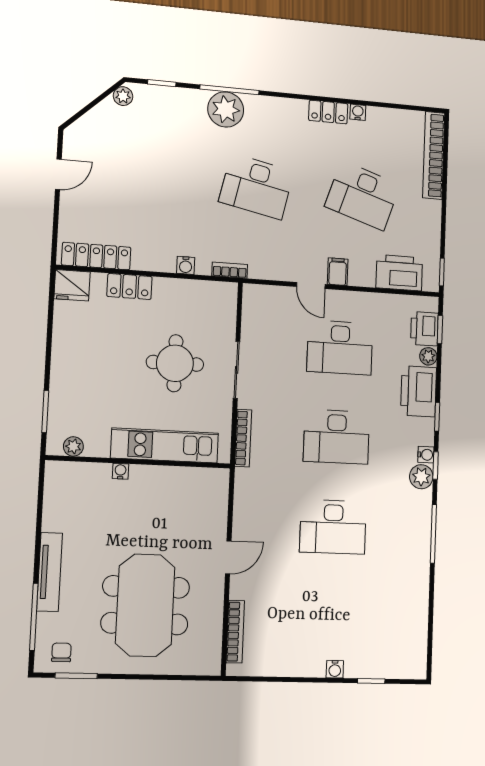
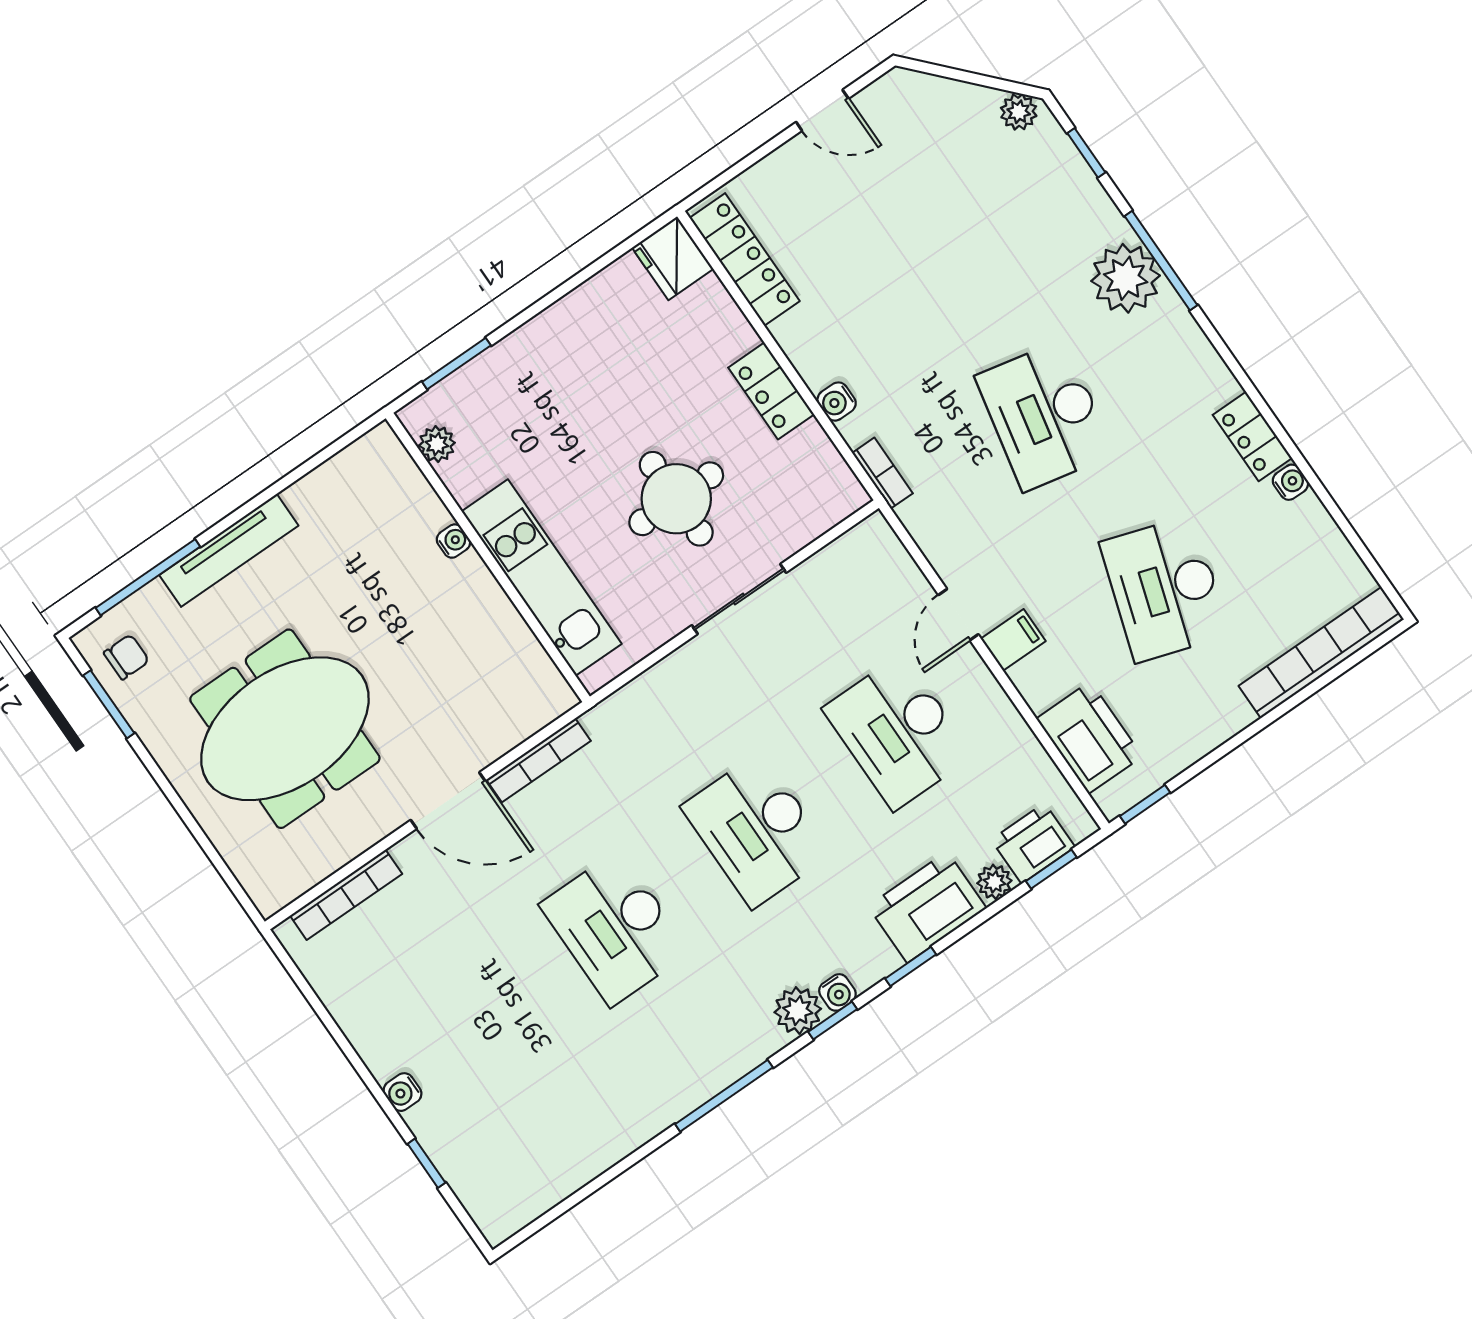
locker: (129, 286) -> (771, 391), moved
bookcase: (243, 438) -> (539, 760), moved
door: (228, 557) -> (448, 801), width x1.38

